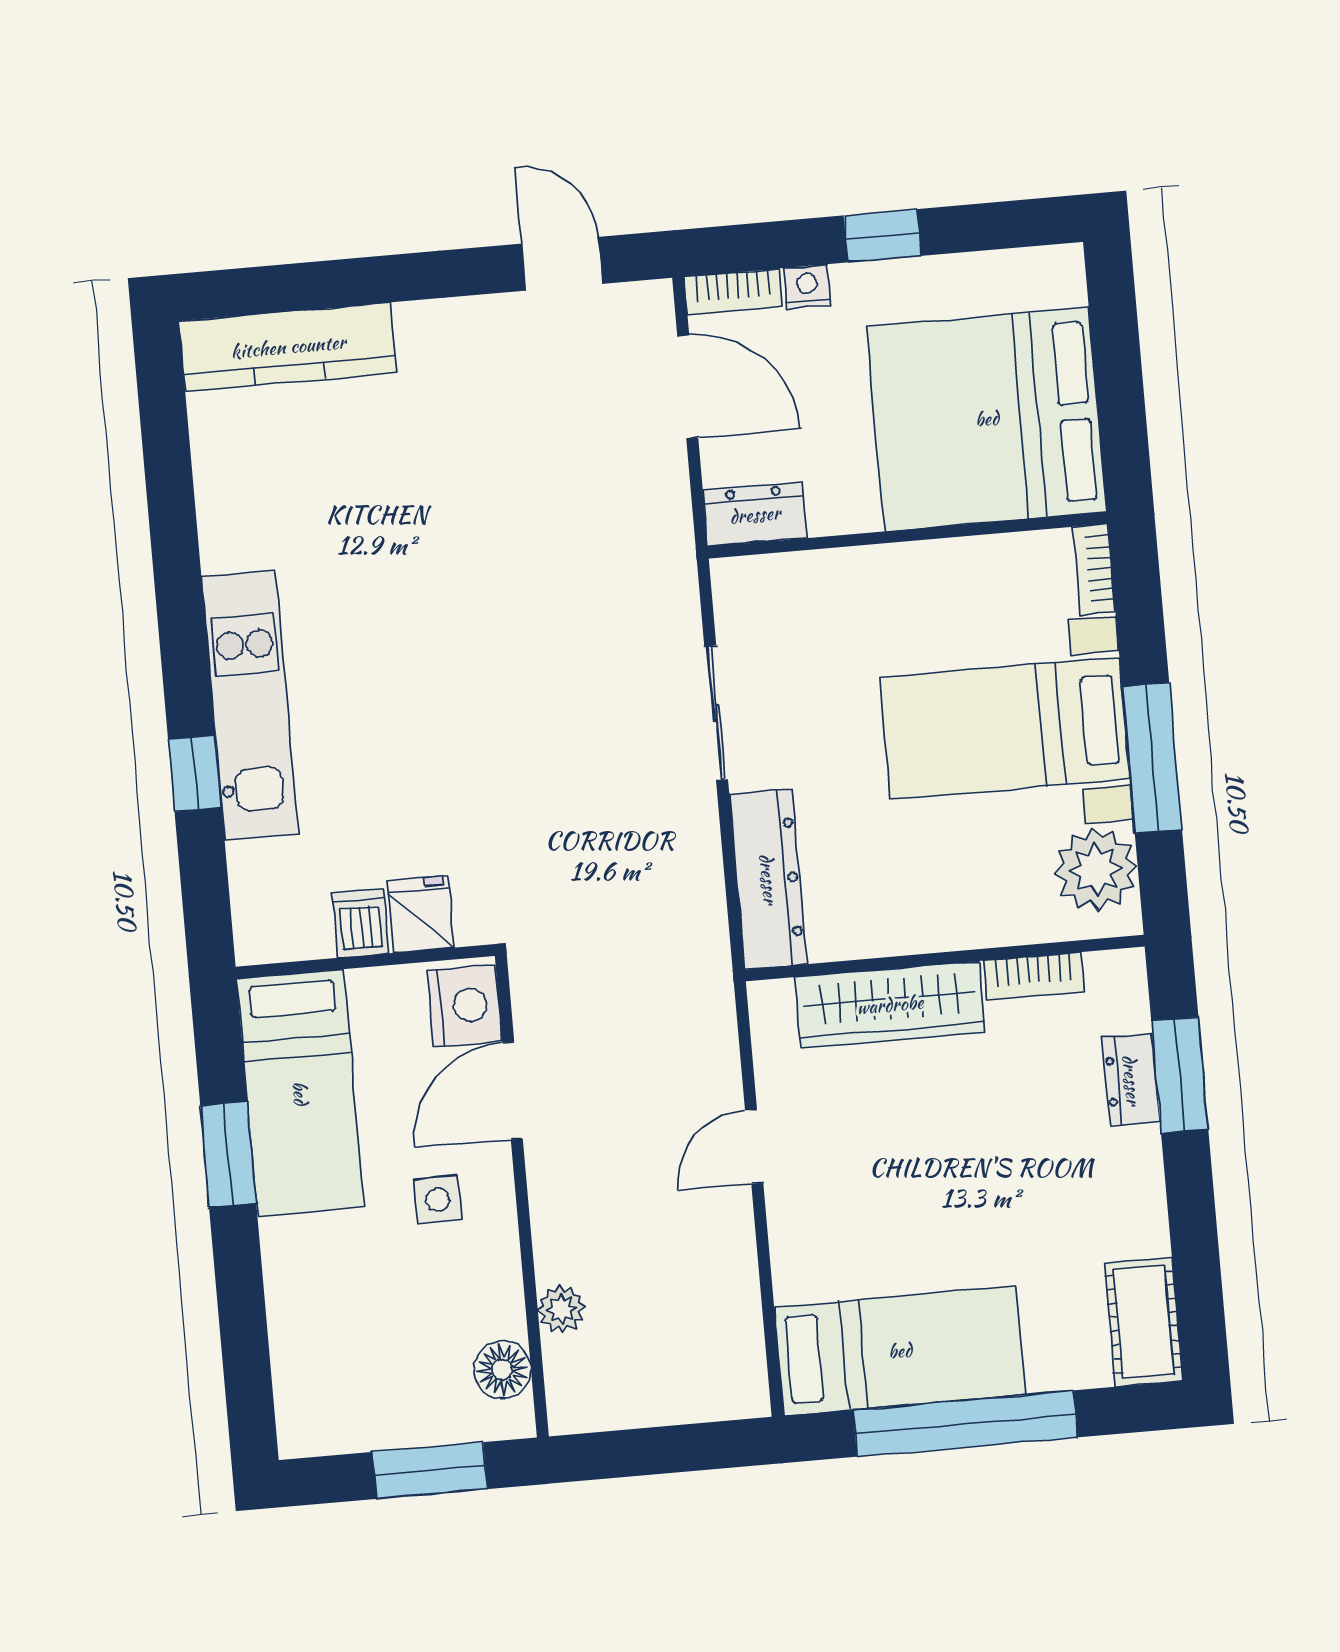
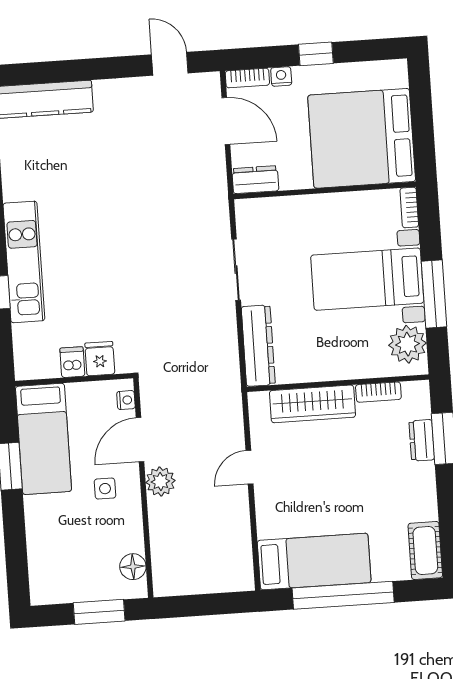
nightstand: (465, 1005) -> (126, 400), width x0.53, depth x0.56
plant: (561, 1309) -> (160, 482), moved, width x1.38, depth x1.38

